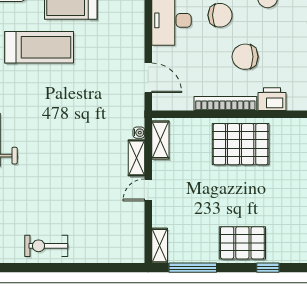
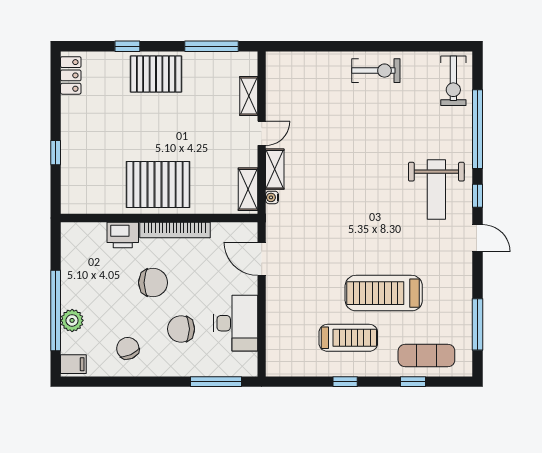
shelving: (160, 246) -> (249, 96), moved

